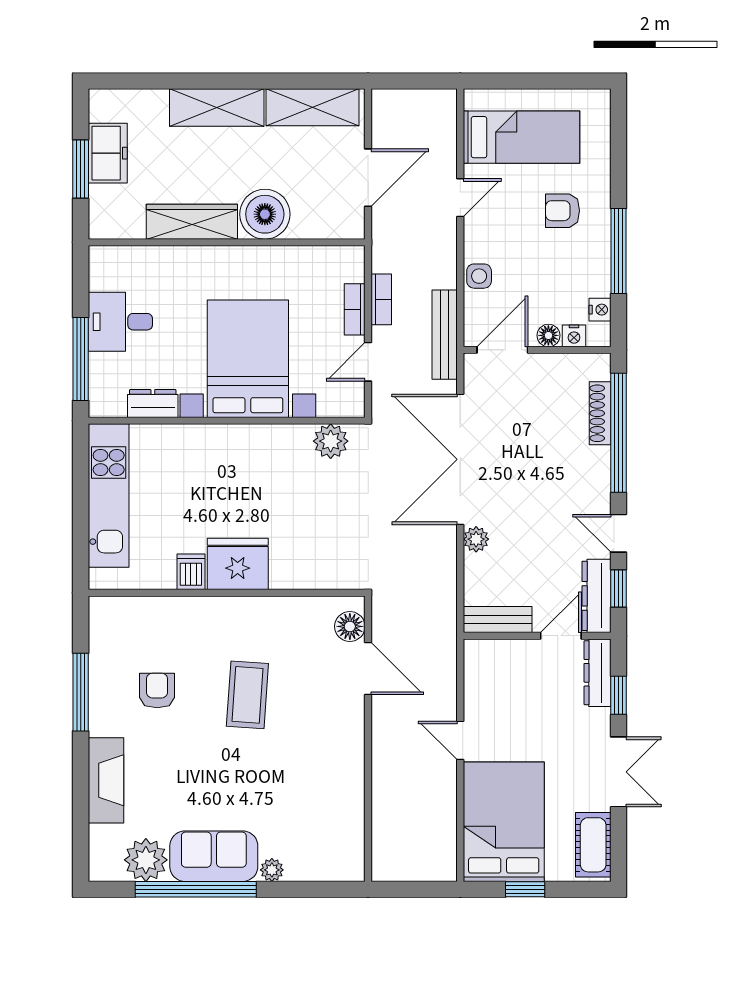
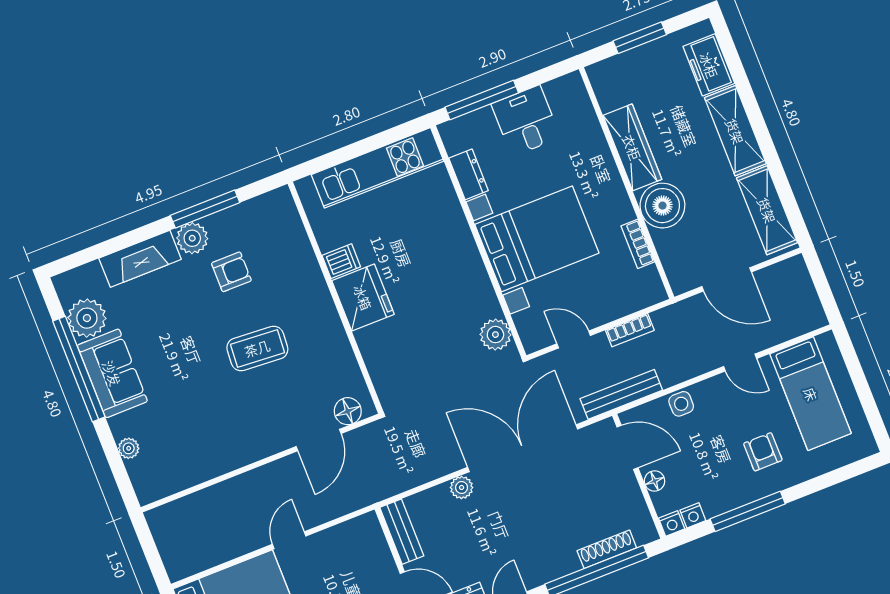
freezer: (108, 153) -> (709, 65), moved, turned 90
bookcase: (355, 309) -> (638, 244), moved, turned -90
nightstand: (574, 336) -> (672, 524), moved, turned -90
plant: (106, 718) -> (192, 238), added
plant: (272, 870) -> (129, 448), moved

